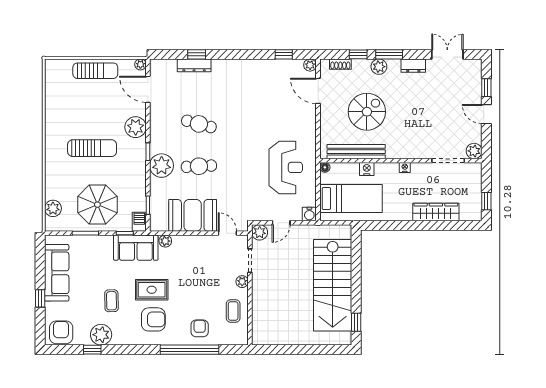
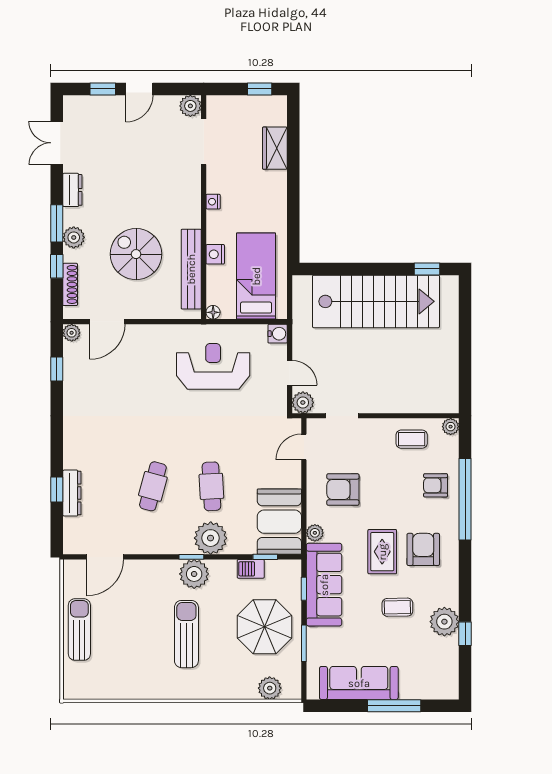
plant: (140, 64) -> (71, 567), removed
shoe rack: (340, 64) -> (70, 284), width x1.43
plant: (136, 127) -> (194, 574), moved
wardrobe: (436, 212) -> (275, 148), width x0.67
booth: (193, 215) -> (279, 522), moved
barbecue: (139, 222) -> (251, 569), moved
sofa: (136, 248) -> (324, 585), width x1.36
plant: (242, 282) -> (451, 427), moved
window: (40, 298) -> (394, 706), width x2.17
armchair: (61, 332) -> (343, 489), moved

